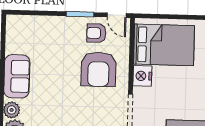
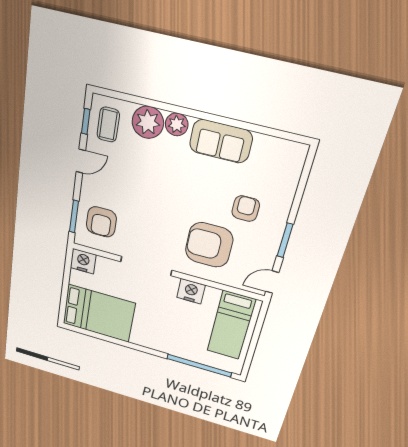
armchair: (96, 33) -> (246, 209), moved
bed: (164, 45) -> (231, 325), width x0.67

